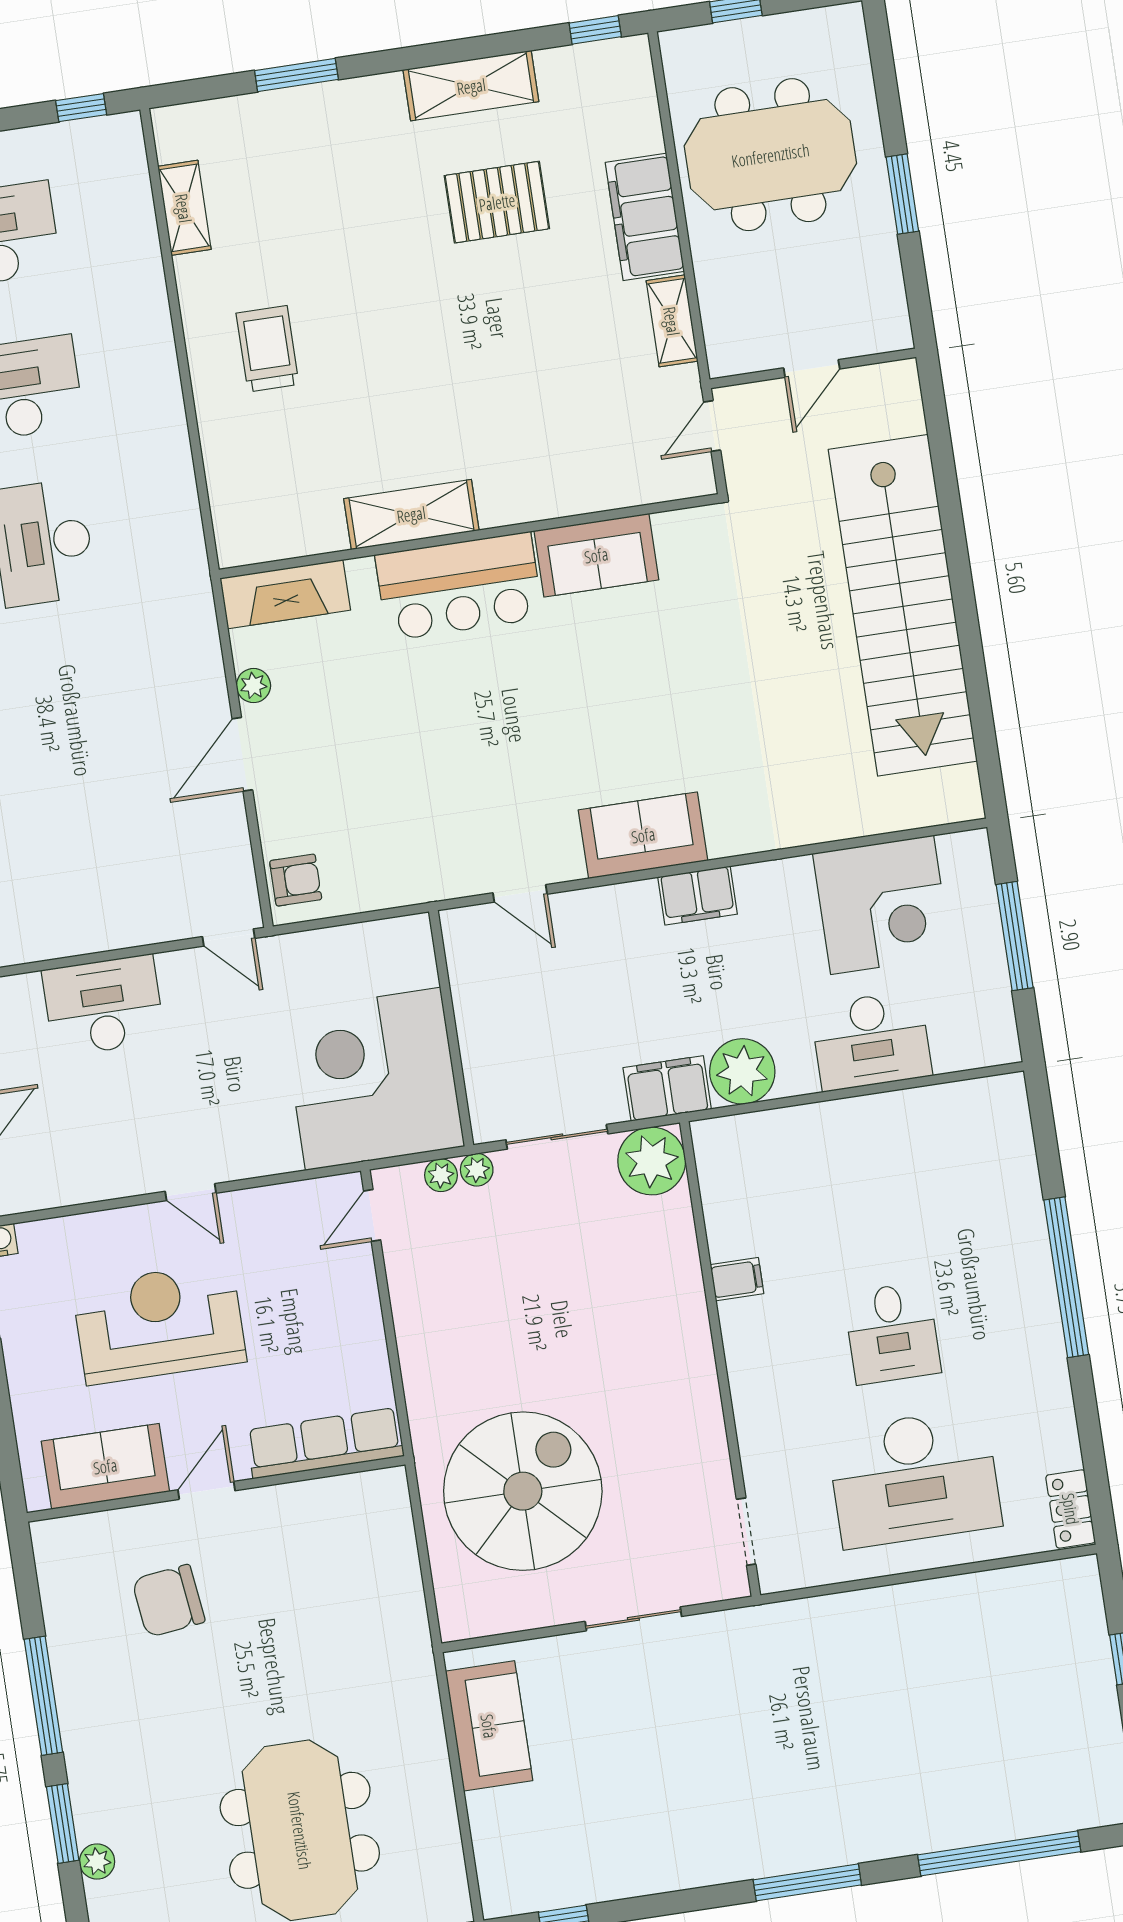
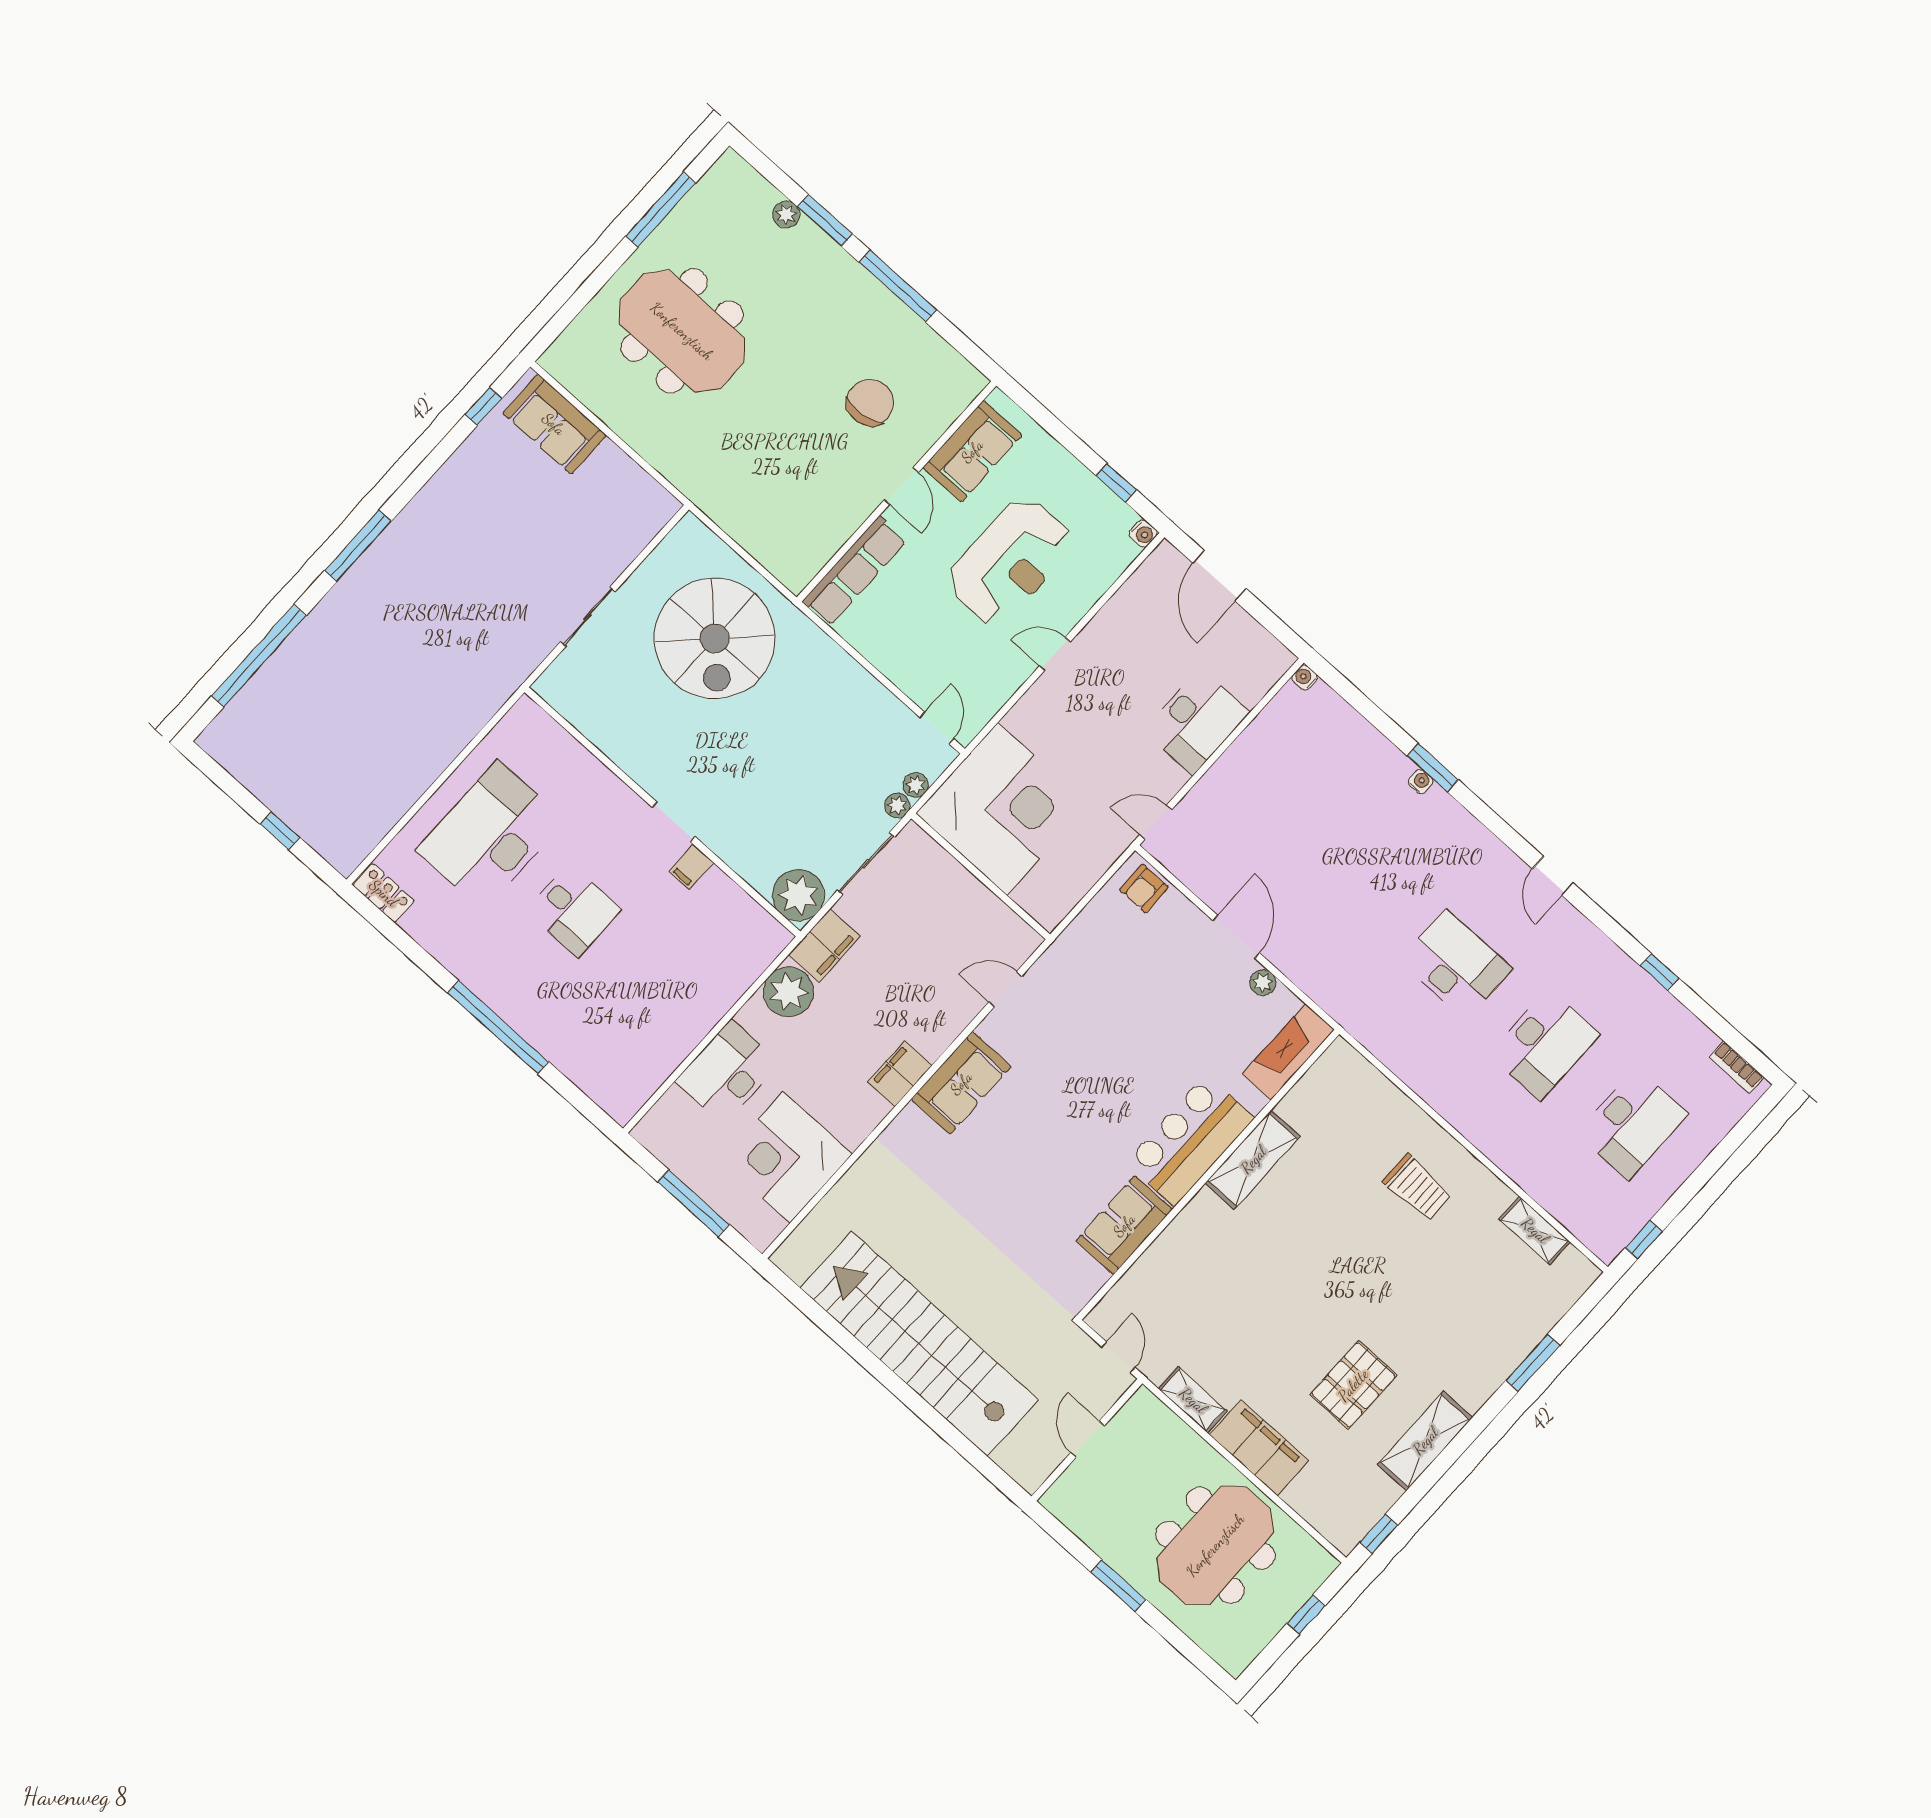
desk: (892, 1333) -> (574, 910), turned 180
doorway: (746, 1532) -> (674, 822), moved
sofa: (489, 1726) -> (554, 424), moved

